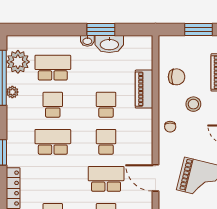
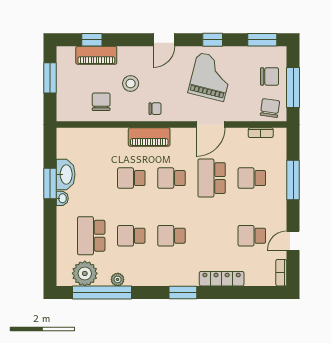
piano: (144, 89) -> (149, 137), moved
school desk: (53, 142) -> (171, 236), width x0.54

